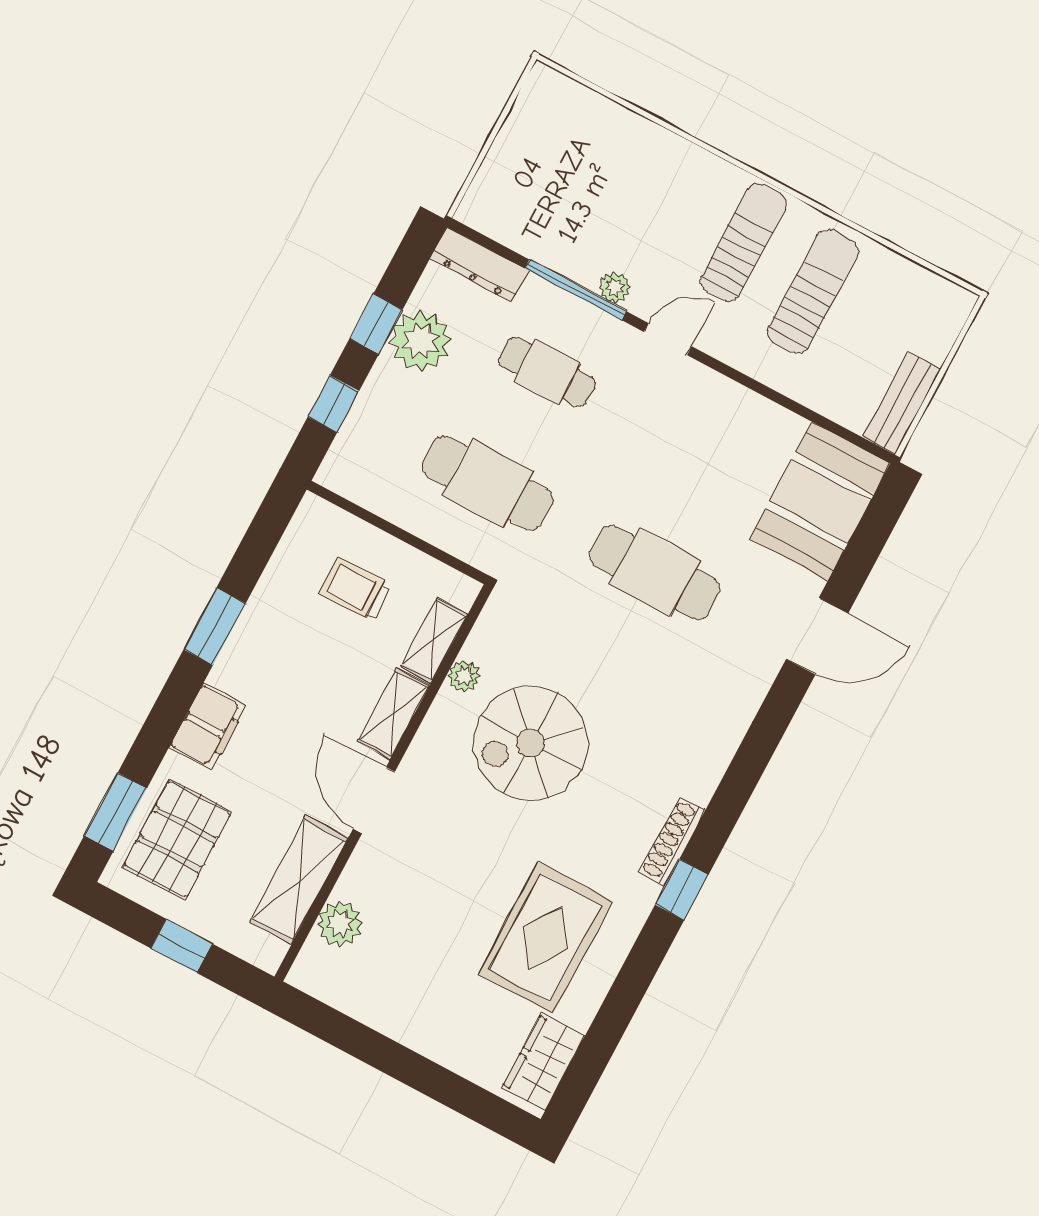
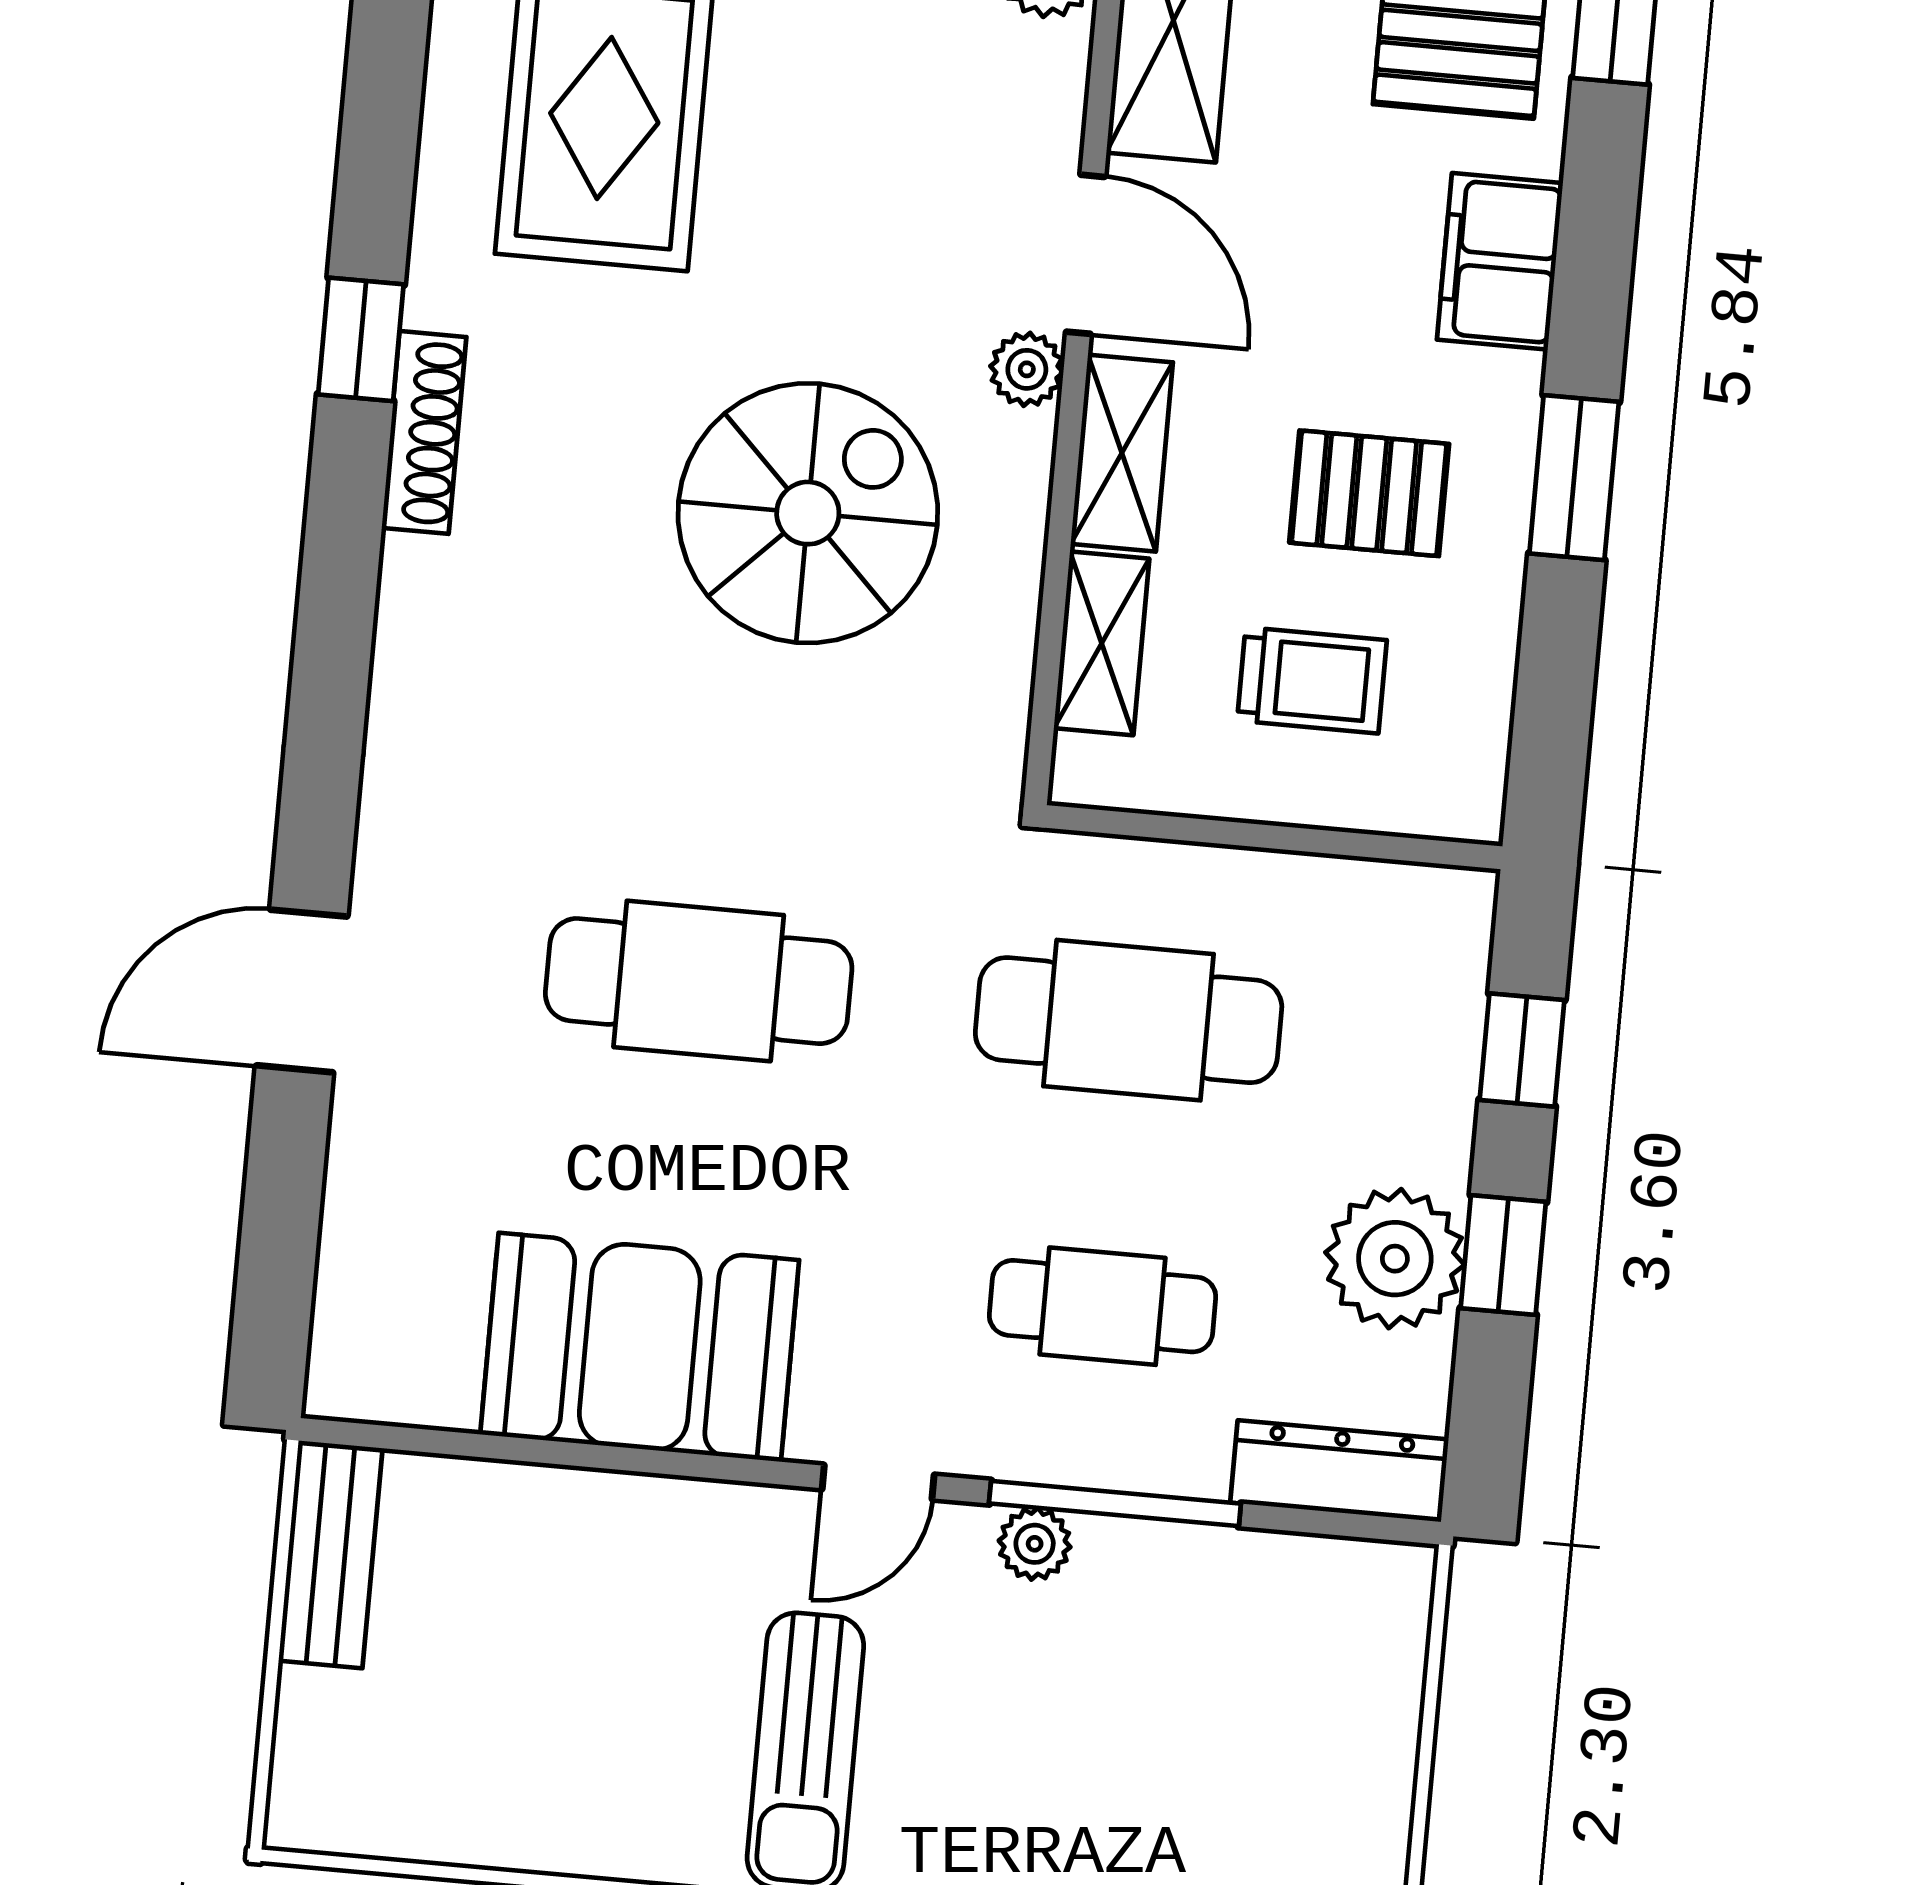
sun lounger: (813, 292) -> (616, 1710), removed
booth: (820, 501) -> (640, 1347), moved, turned 90
pallet: (300, 655) -> (1369, 493), added
plant: (464, 676) -> (1027, 369), moved

